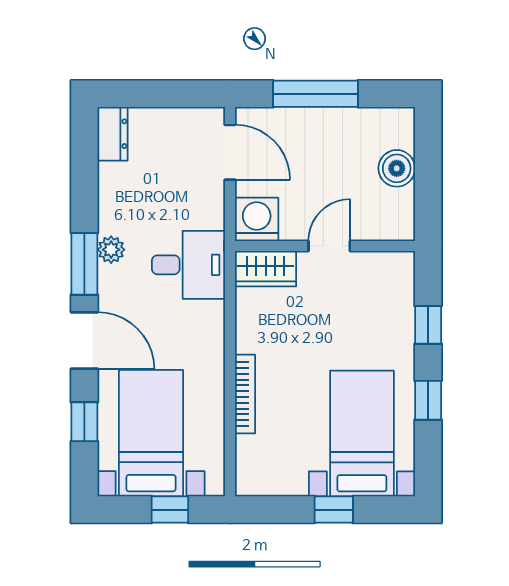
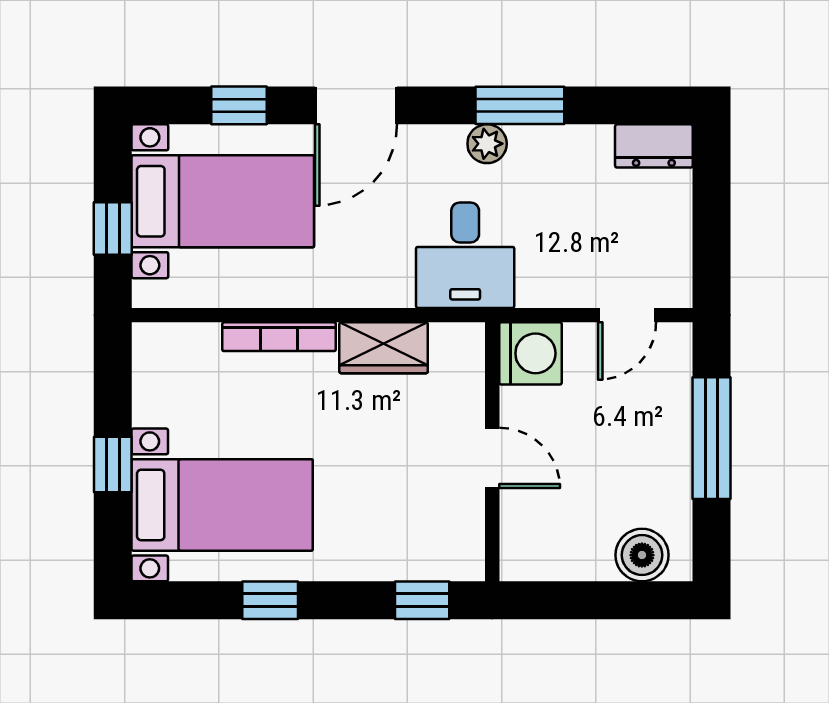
door: (230, 152) -> (627, 315), width x0.73
boiler: (397, 168) -> (642, 555), moved
window: (84, 264) -> (520, 105), moved
wardrobe: (266, 269) -> (384, 348), moved, turned -90
window: (428, 325) -> (422, 600), moved

